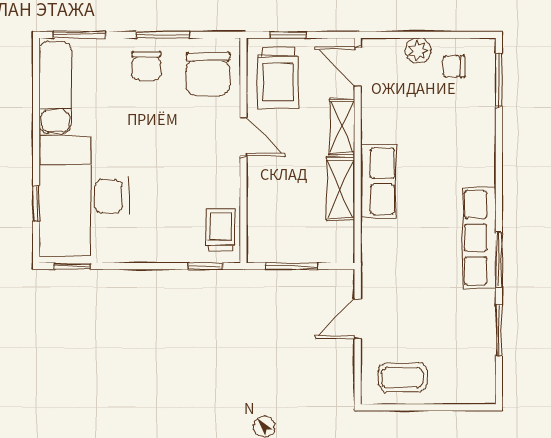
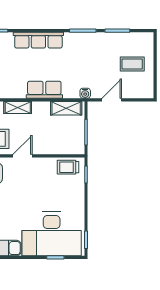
shelving: (340, 189) -> (66, 108), moved
row of seats: (479, 238) -> (38, 40), moved
water cooler: (371, 265) -> (85, 93), added
door: (358, 319) -> (112, 100), swing flipped
coffee table: (402, 377) -> (132, 64), moved, turned 90

